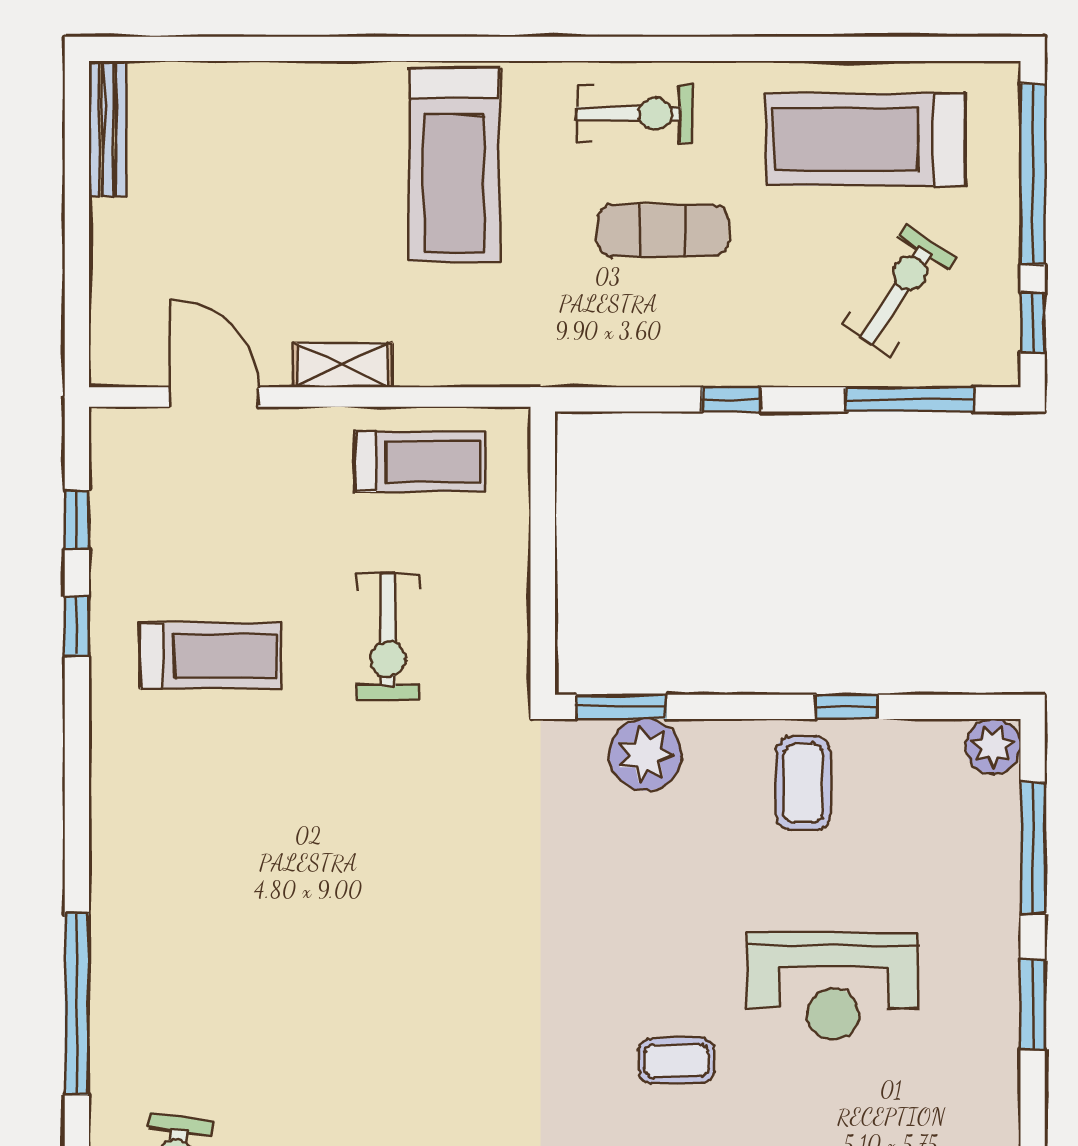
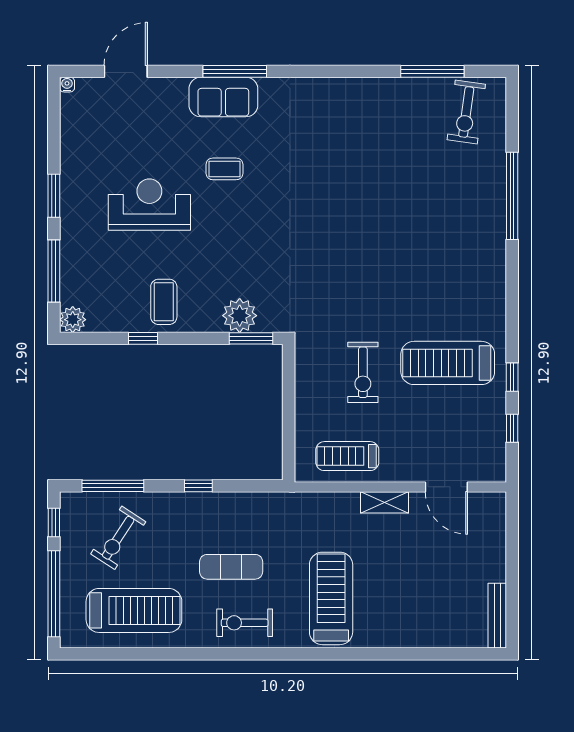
exercise bike: (388, 636) -> (363, 372), turned 180
treadmill: (211, 656) -> (448, 363), width x1.37, depth x1.38

